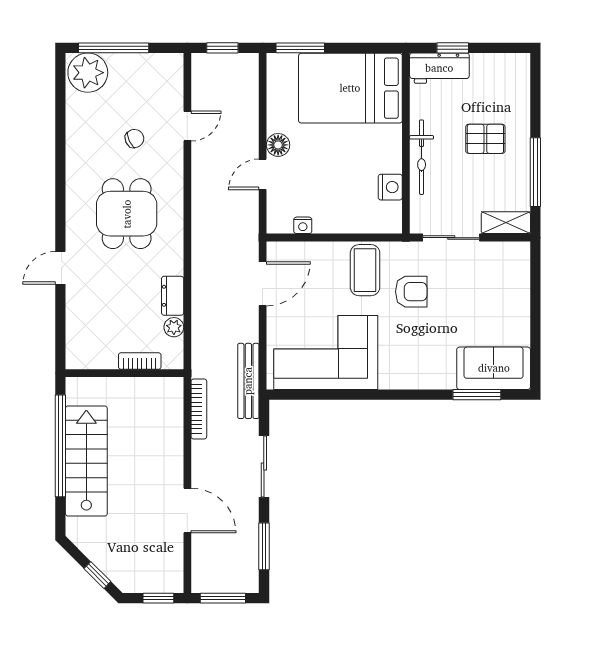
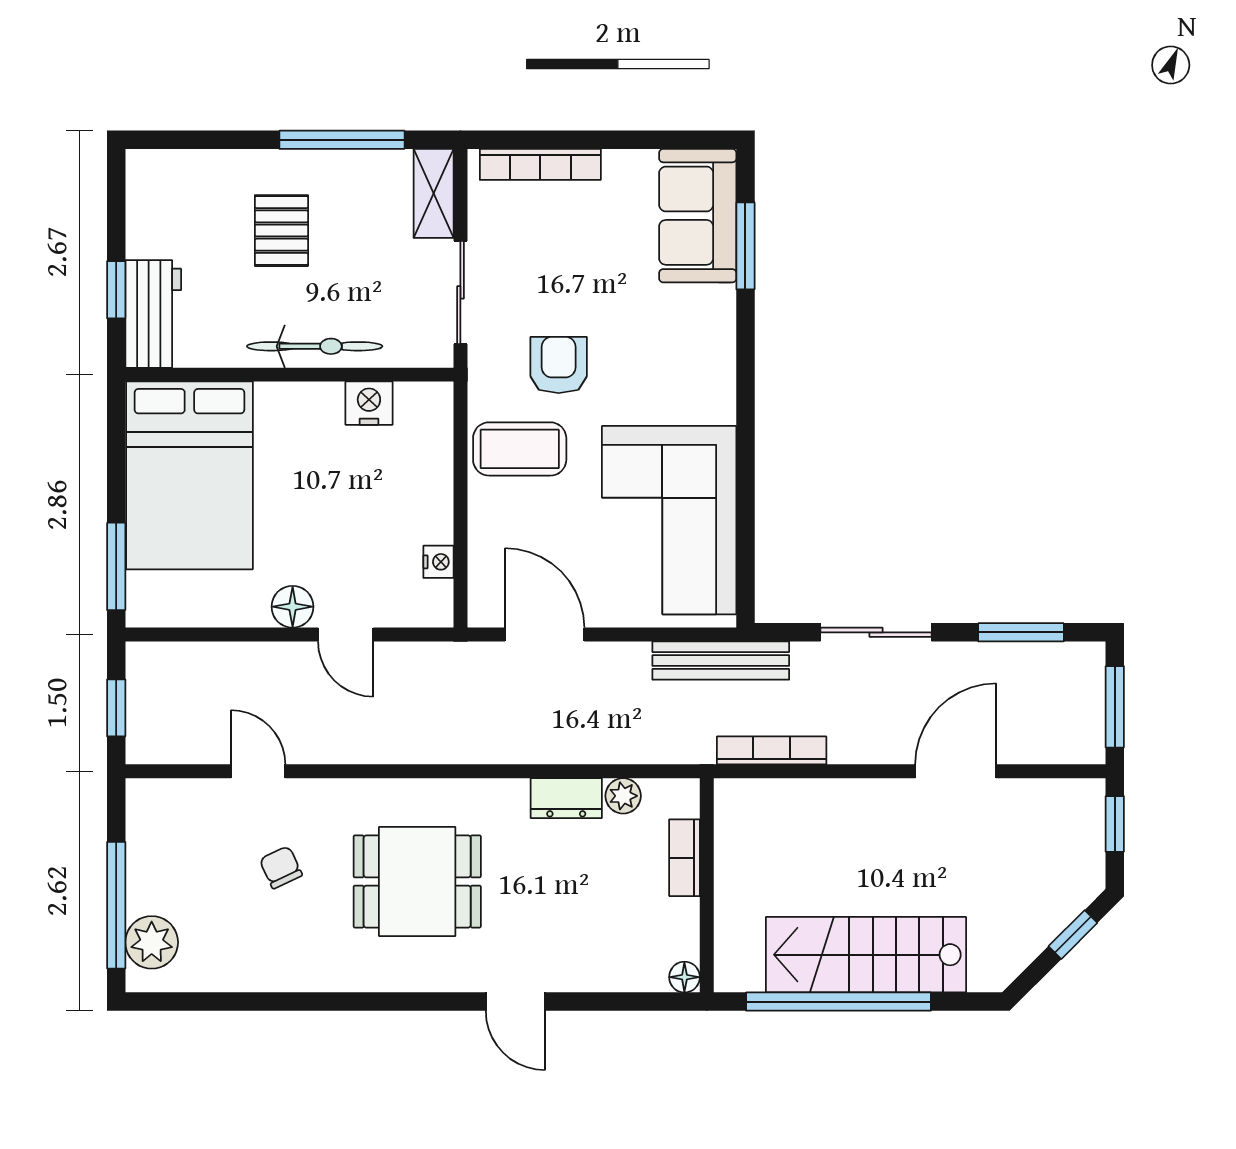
plant: (88, 73) -> (152, 942), width x0.73, depth x0.73
bookcase: (522, 282) -> (540, 164), added
floor lamp: (74, 361) -> (684, 977), added

